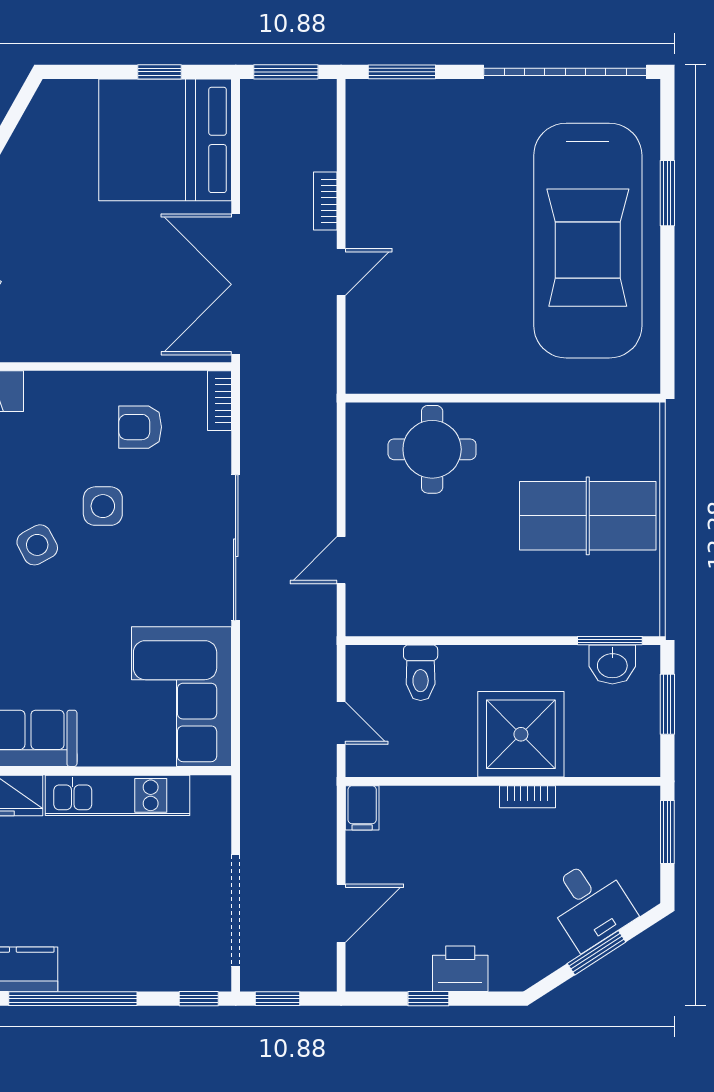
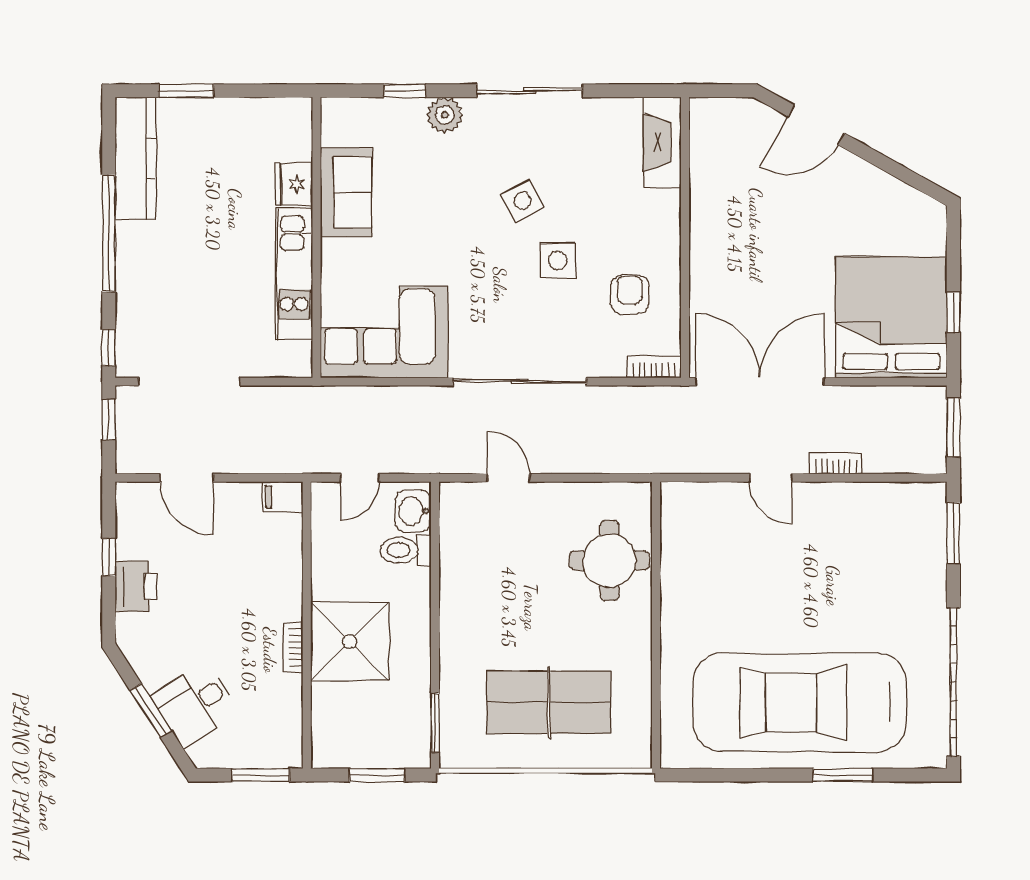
table tennis table: (588, 516) -> (549, 702), turned 90
washbasin: (612, 665) -> (413, 511), moved

